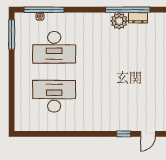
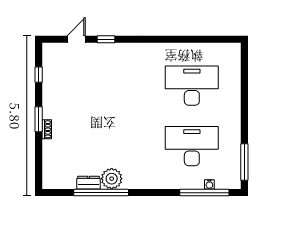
desk: (54, 96) -> (192, 86), turned 180

